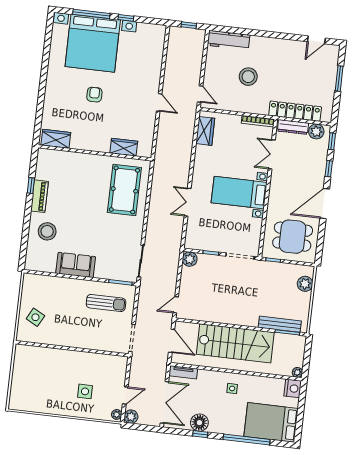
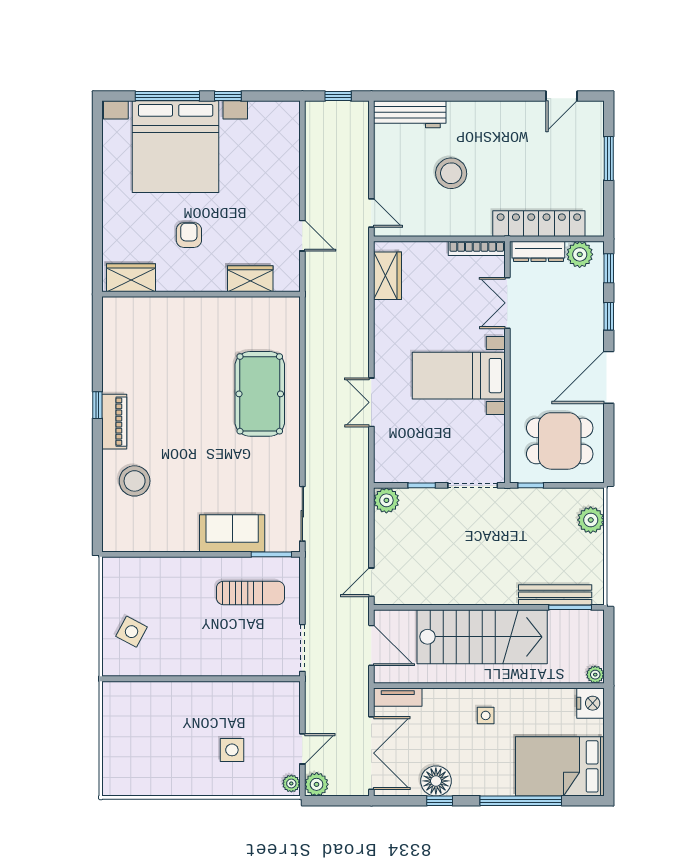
wardrobe: (56, 139) -> (131, 278), moved
wardrobe: (124, 147) -> (250, 279), moved
wall: (95, 153) -> (201, 294), moved
sofa: (76, 265) -> (232, 533), moved

